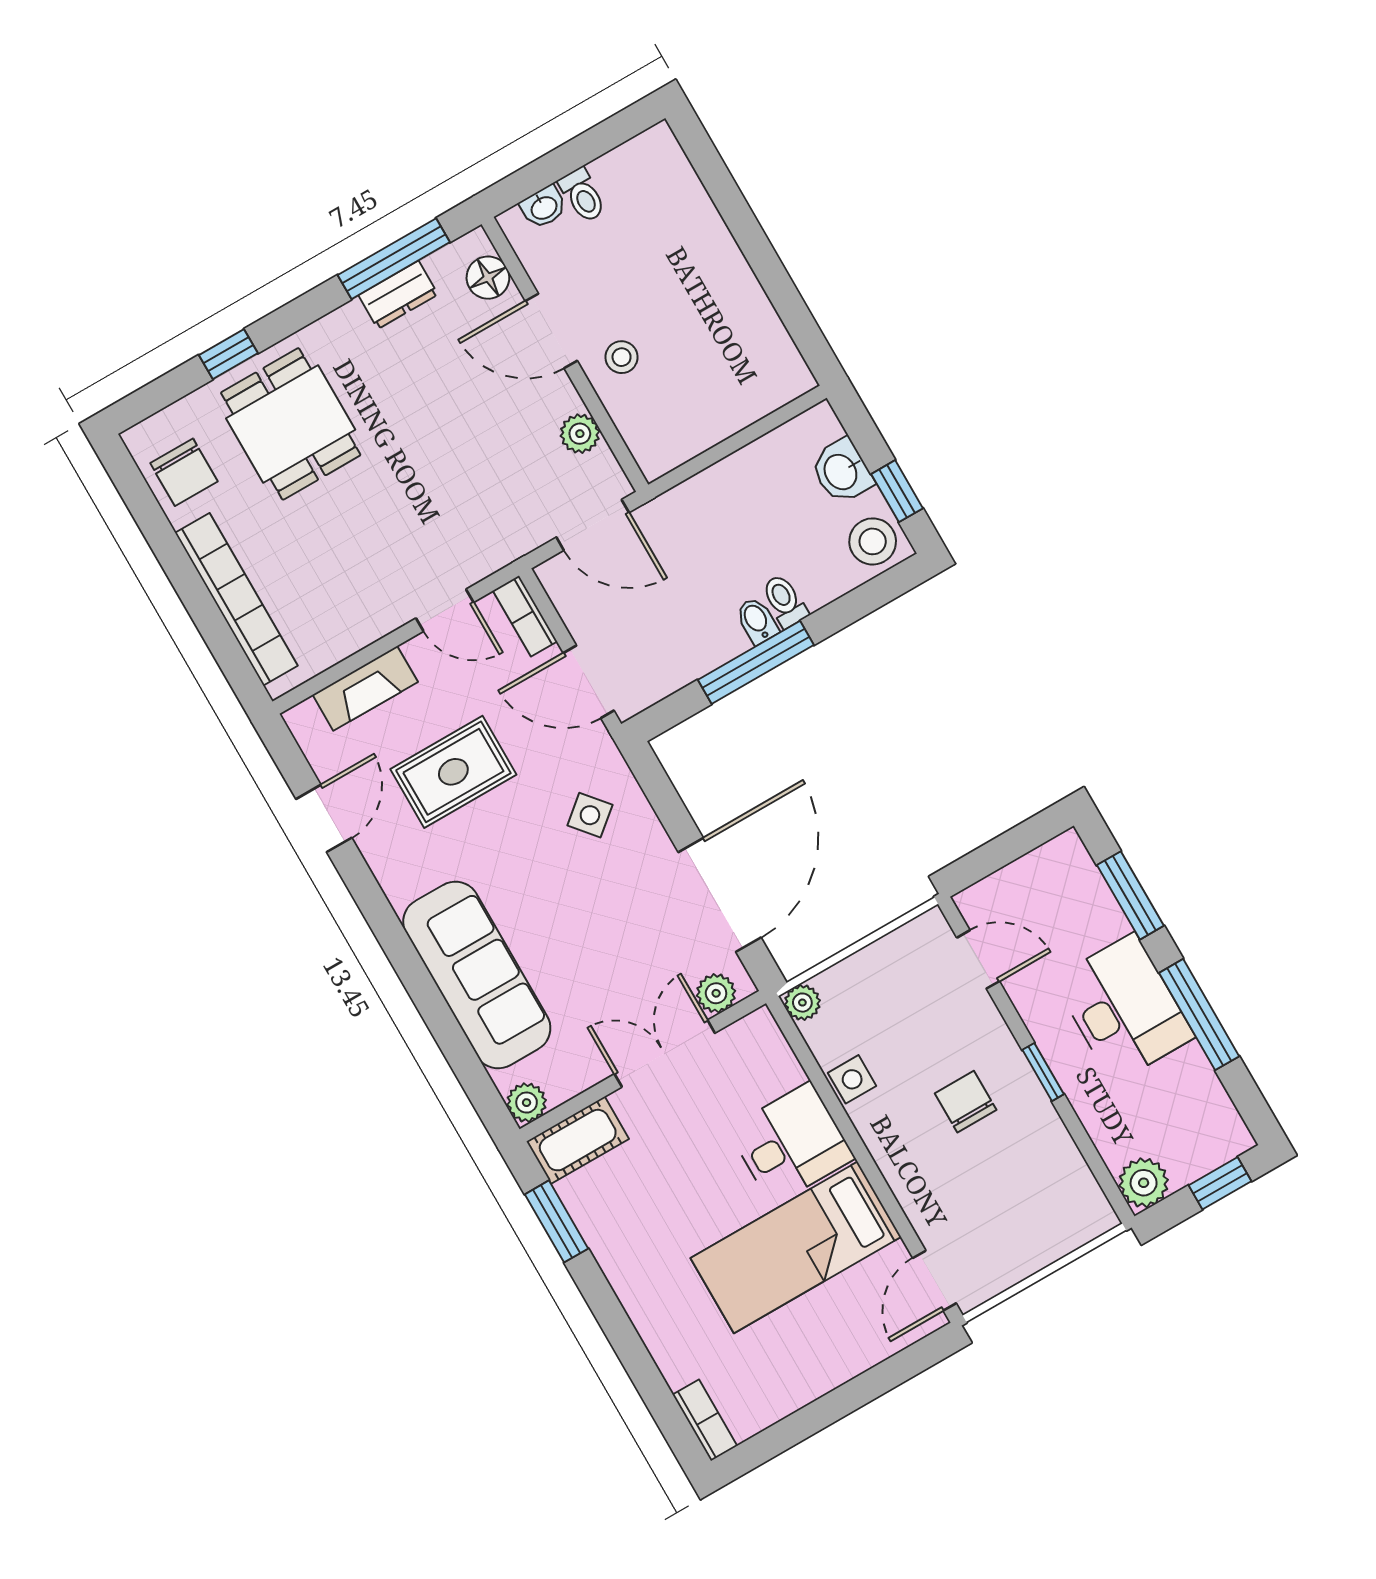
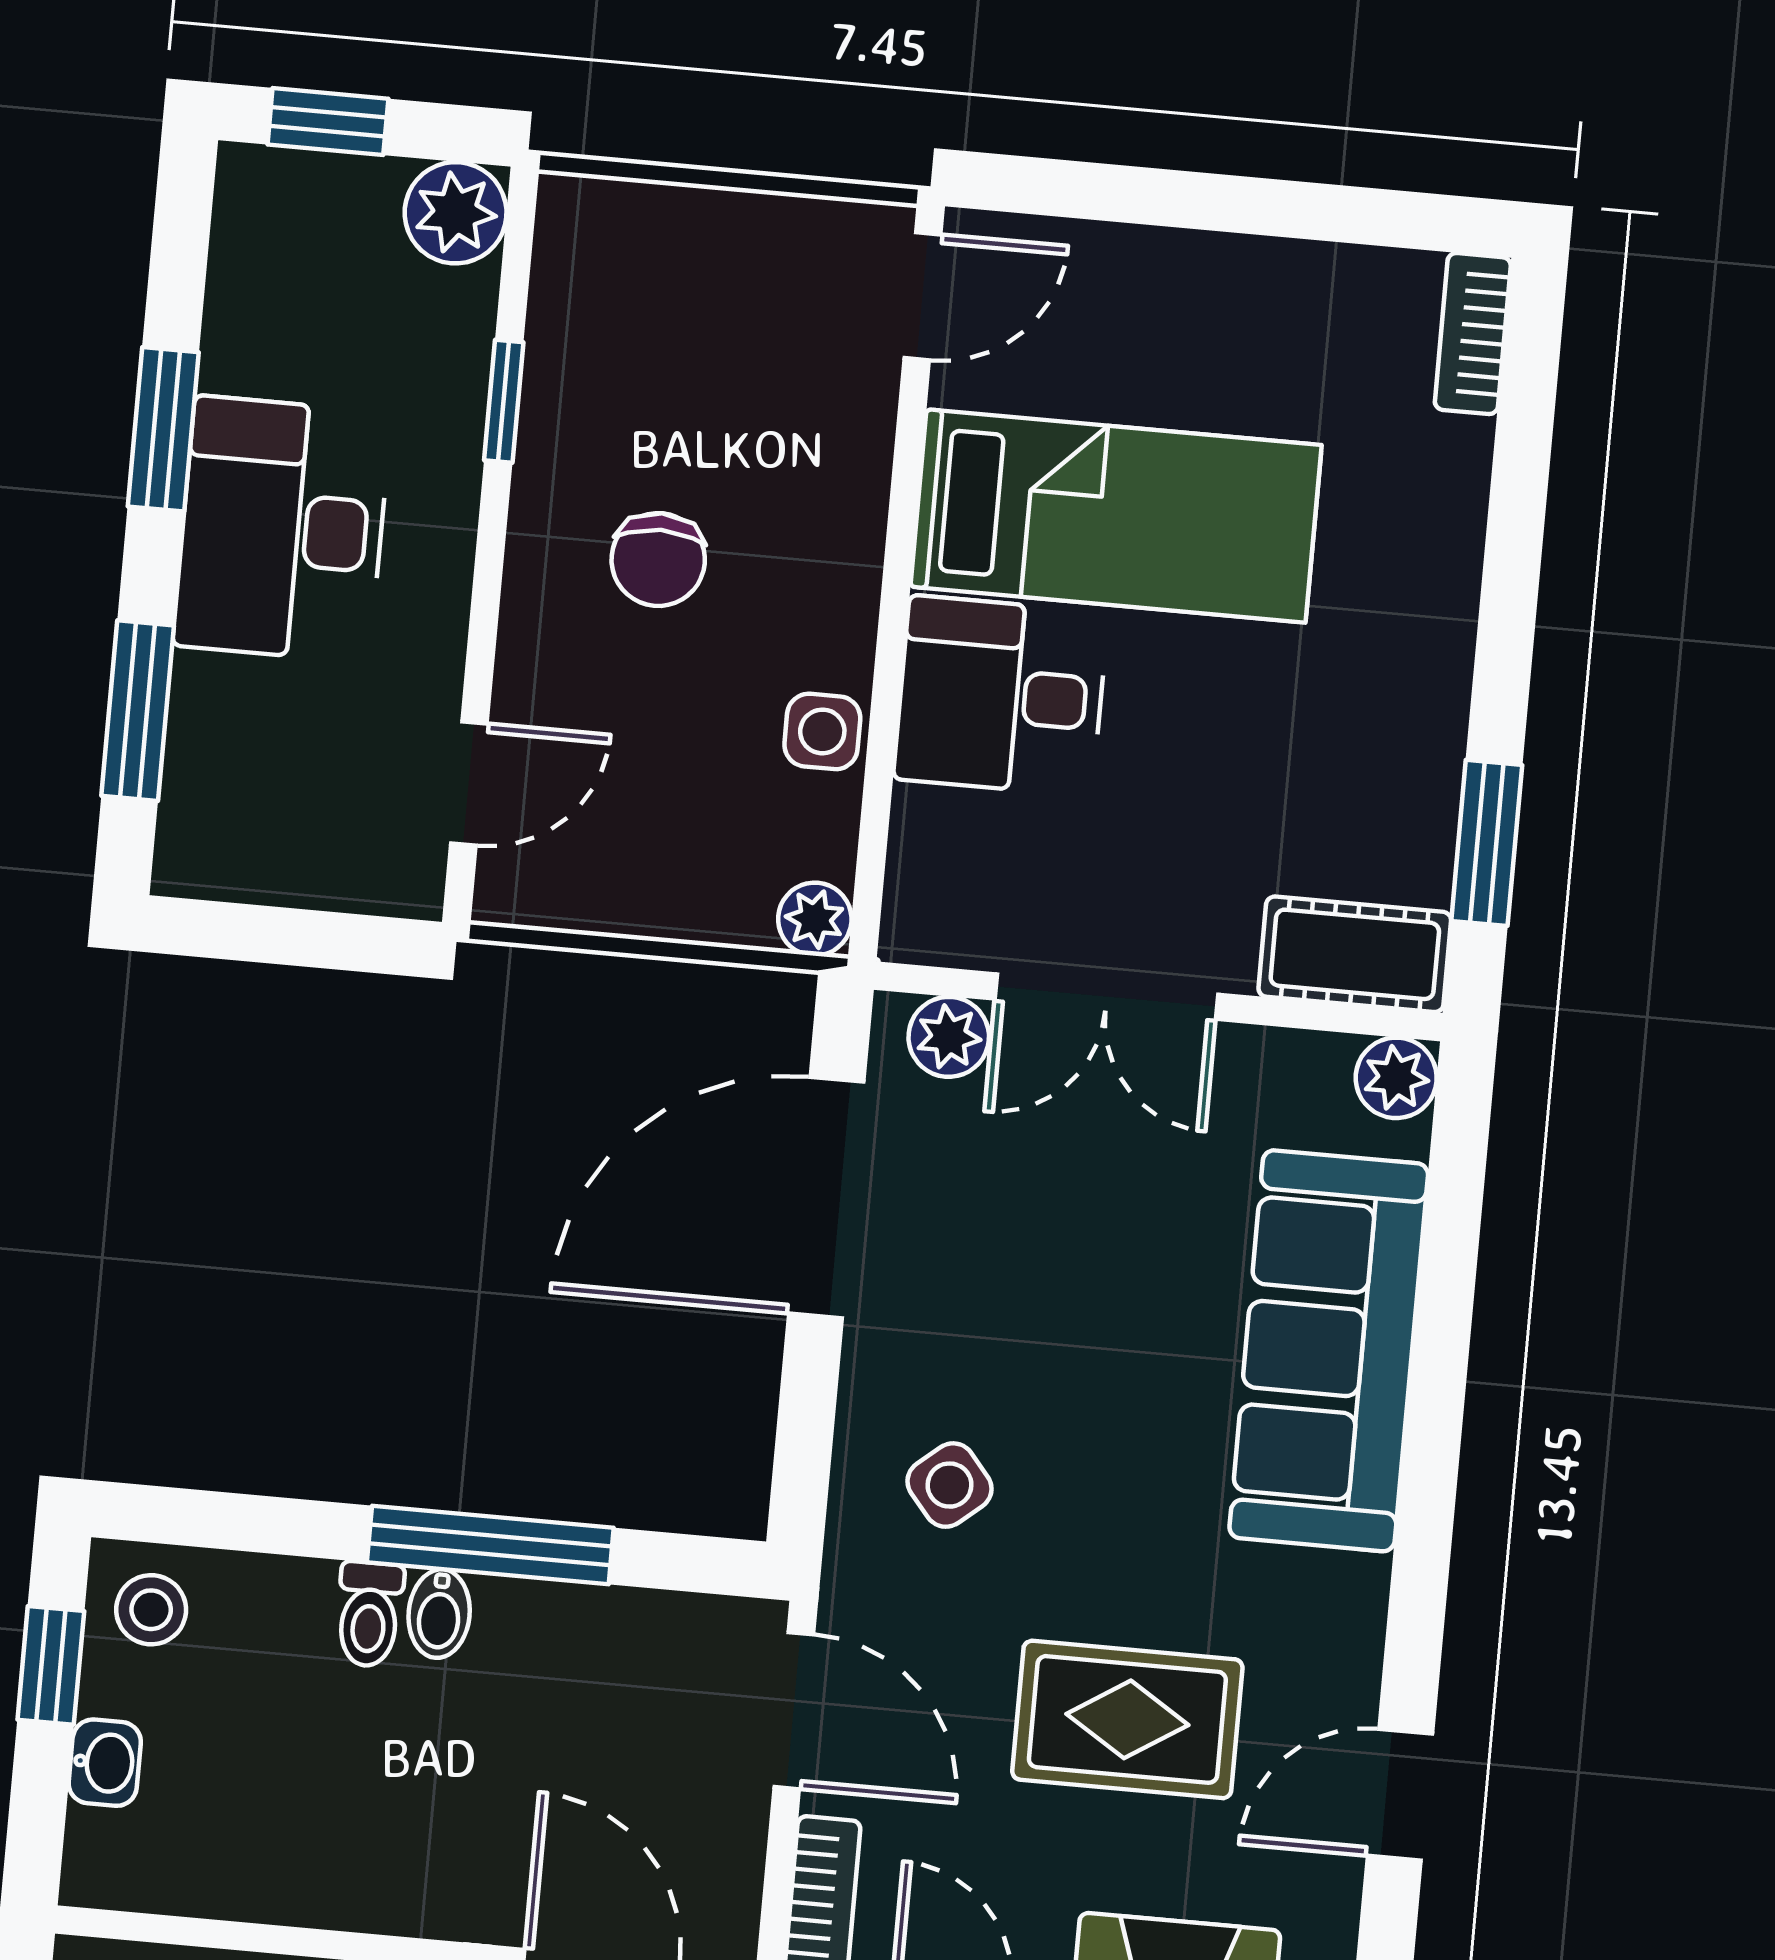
washbasin: (842, 471) -> (105, 1763), width x0.72, depth x0.69
stool: (873, 541) -> (151, 1610), width x0.73, depth x0.73
door: (978, 959) -> (469, 783), swing flipped
window: (1199, 1015) -> (163, 429), width x0.69
window: (1043, 1072) -> (504, 401), moved

